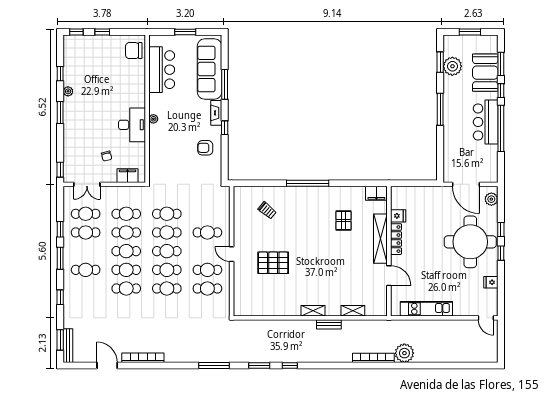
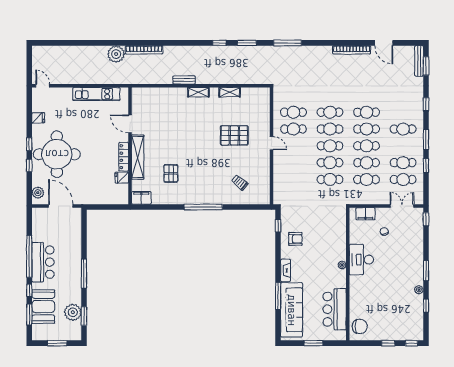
window: (225, 128) -> (278, 226), moved
cafe table: (207, 232) -> (293, 163), removed
shelving: (353, 311) -> (230, 92), moved

